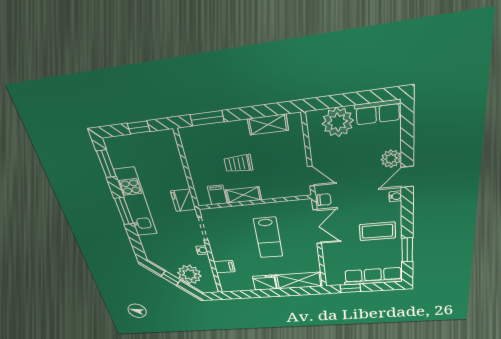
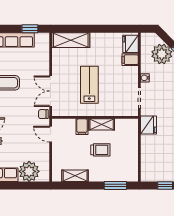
filing cabinet: (217, 195) -> (82, 127), moved
fridge: (264, 283) -> (130, 44), moved, turned 90

